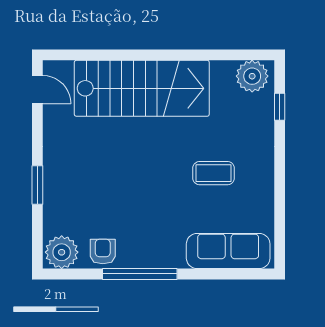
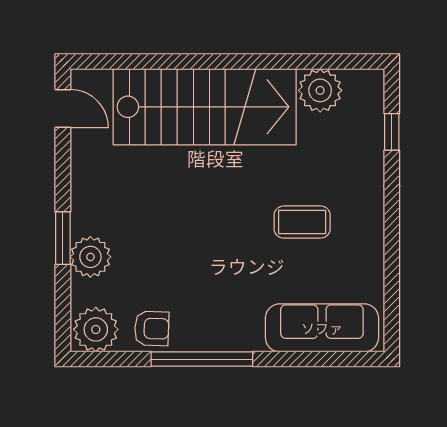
plant: (252, 76) -> (320, 90), moved
plant: (58, 199) -> (90, 257), added
armchair: (103, 251) -> (152, 328), turned 92

